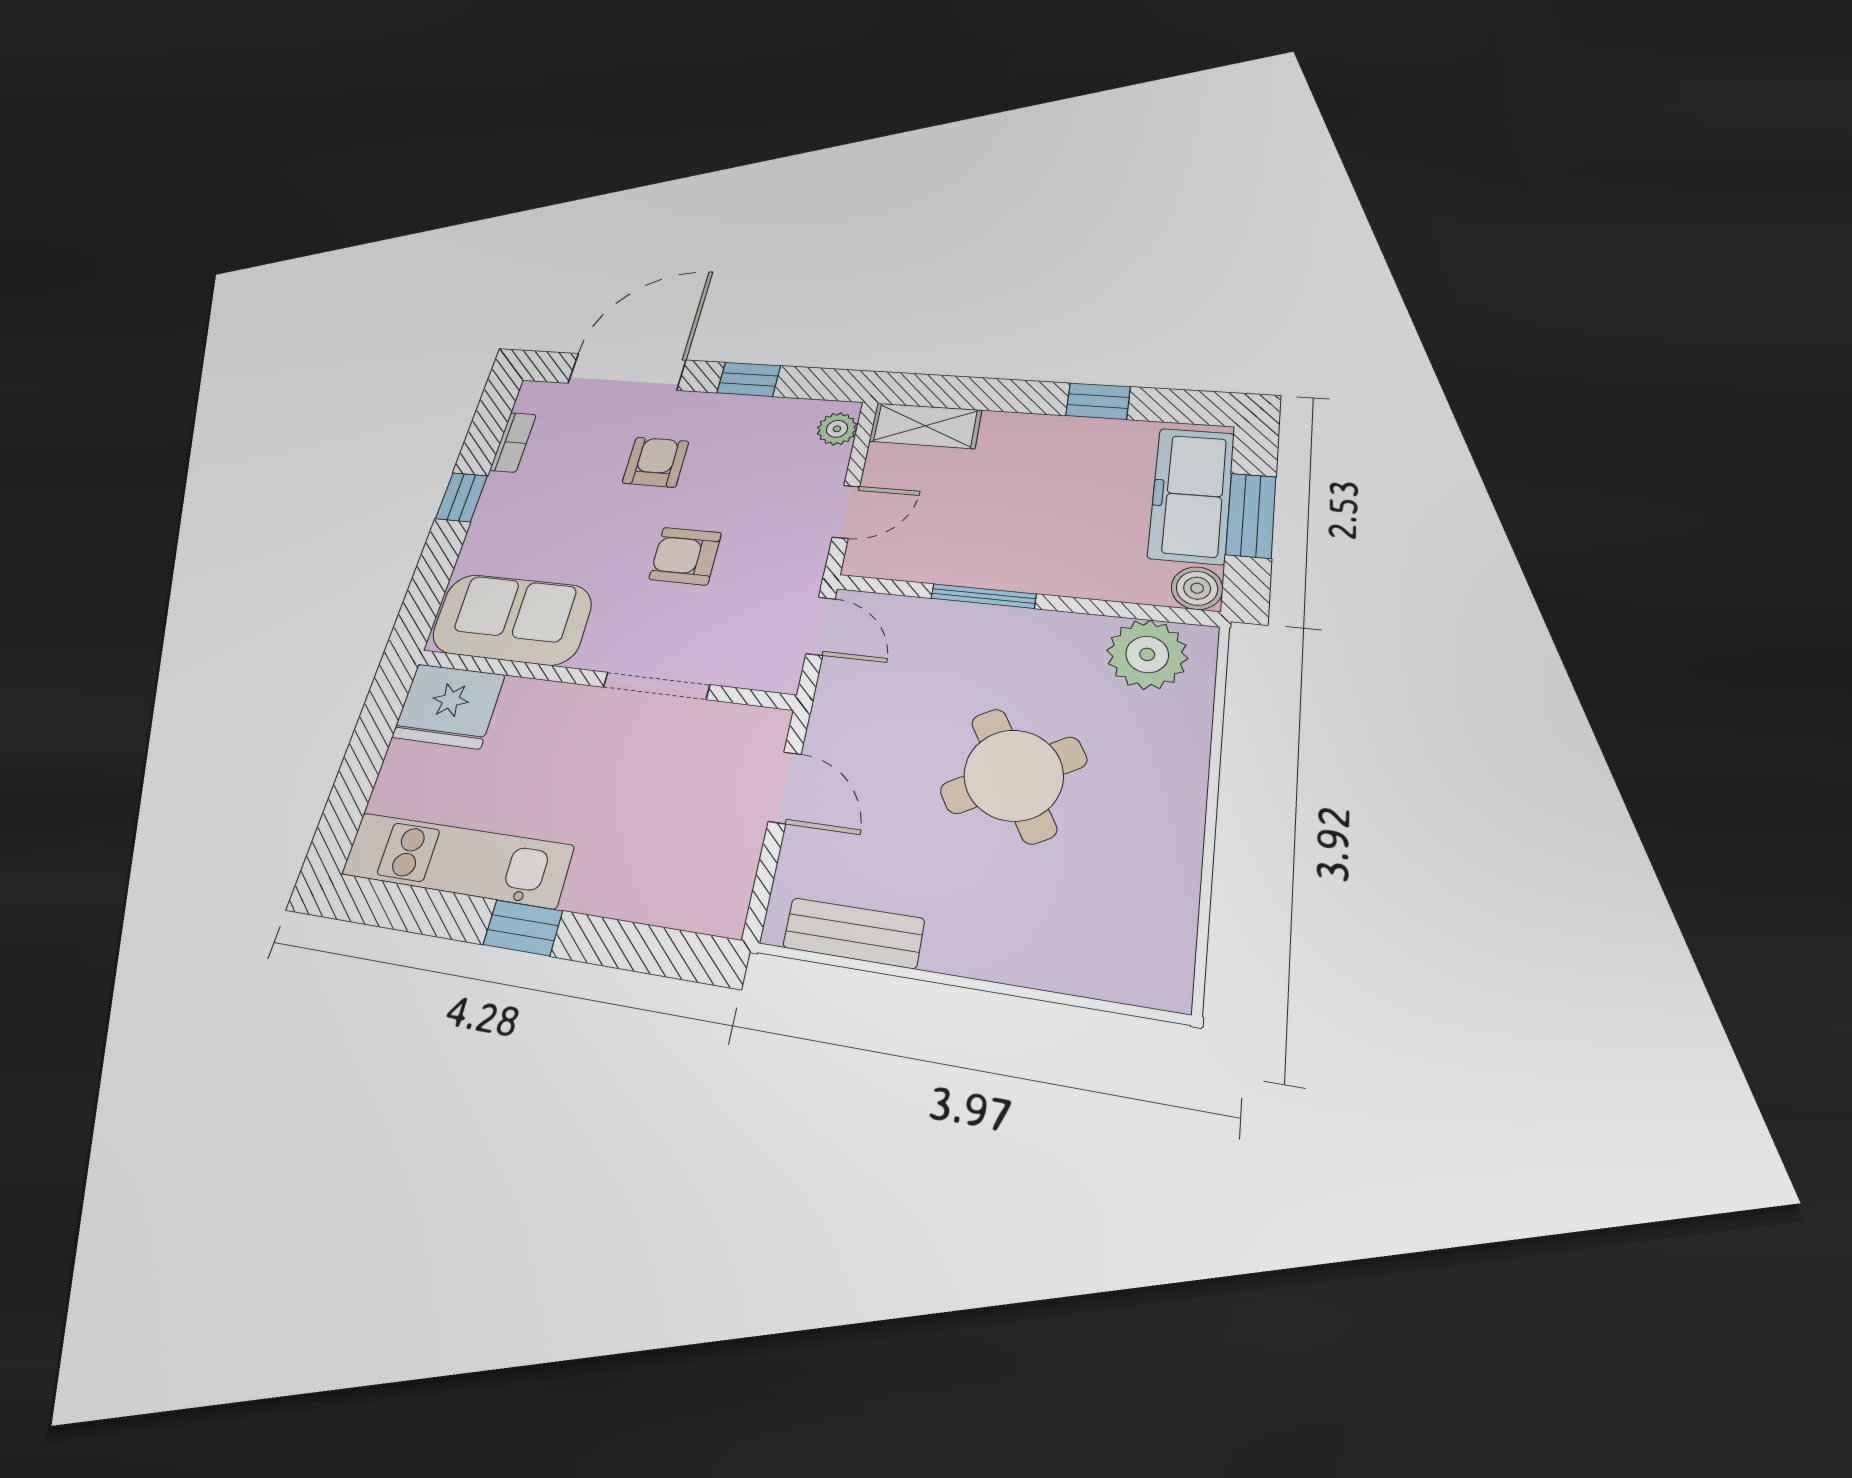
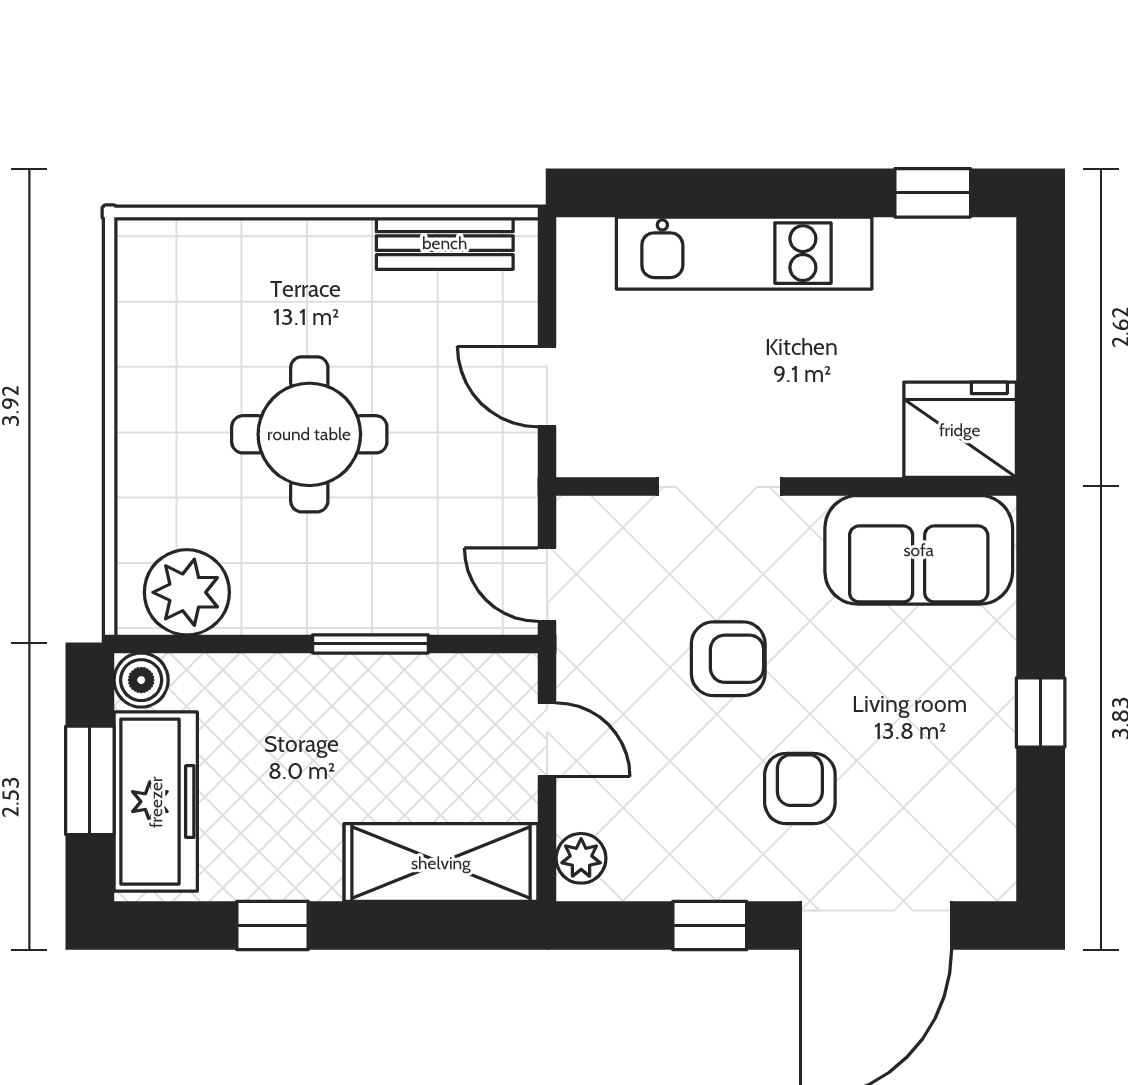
shelving: (925, 426) -> (441, 863), width x1.50, depth x1.33
bookcase: (513, 442) -> (998, 802), removed
armchair: (656, 462) -> (800, 789), turned 180
door: (846, 512) -> (547, 740), swing flipped
round table: (1014, 775) -> (309, 434), turned 30
kitchen unit: (457, 860) -> (744, 253), moved
window: (523, 928) -> (933, 193), moved

